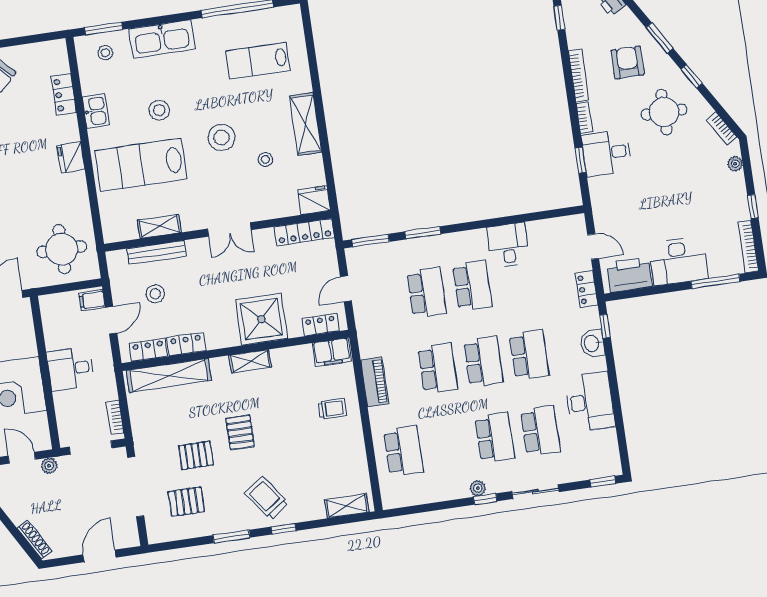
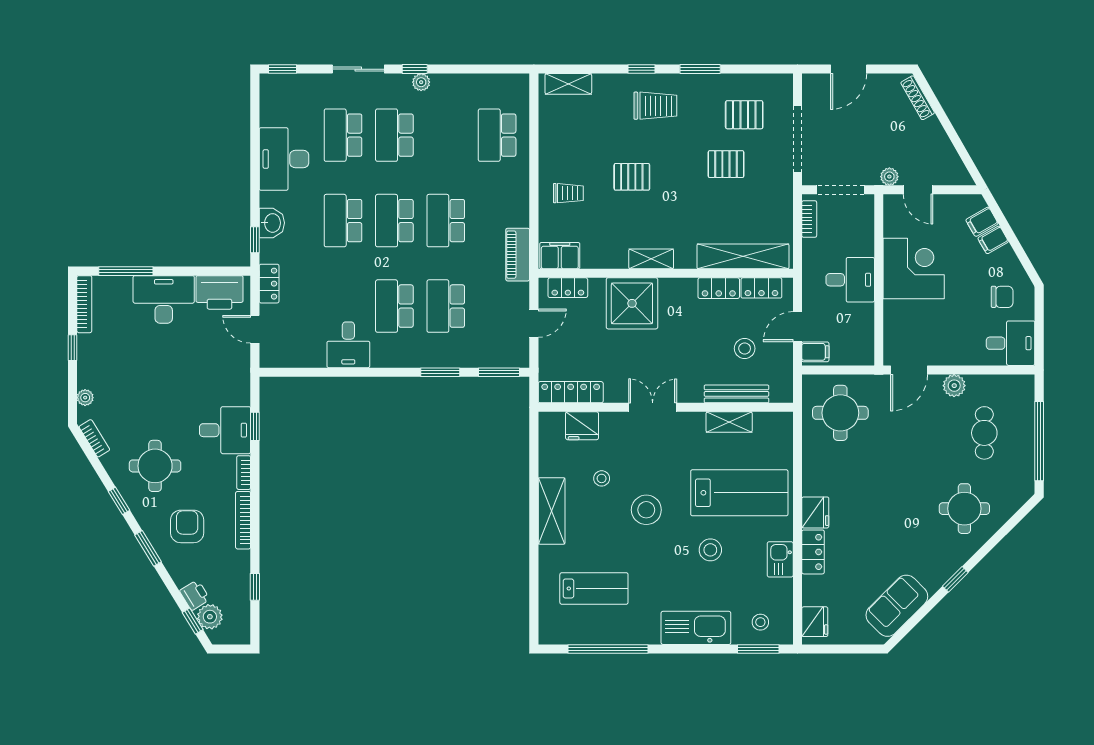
fridge: (57, 60) -> (815, 622), added
armchair: (628, 62) -> (187, 526), turned 180
locker: (64, 95) -> (813, 552), moved
fridge: (314, 200) -> (582, 426), moved
piano: (374, 382) -> (518, 255), moved
trolley: (332, 409) -> (568, 193), turned 180
pallet: (240, 432) -> (632, 177), moved, turned 90
trolley: (266, 498) -> (655, 106), turned -54

